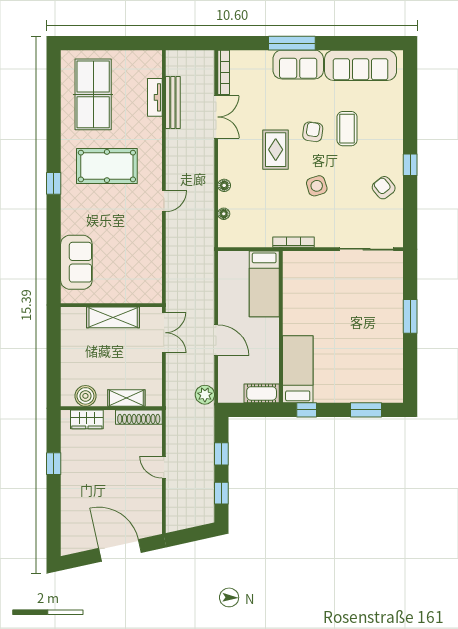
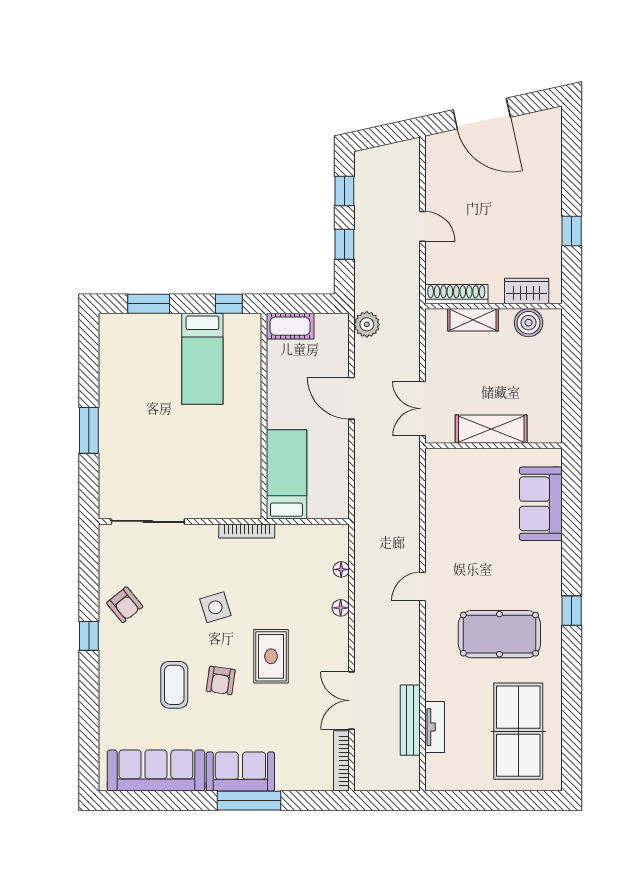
bed: (298, 369) -> (202, 359), moved

